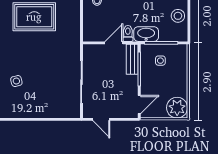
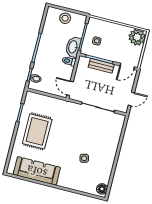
door: (114, 43) -> (70, 88), moved
bench: (132, 59) -> (101, 66), moved
door: (139, 105) -> (127, 66), swing flipped

